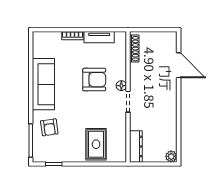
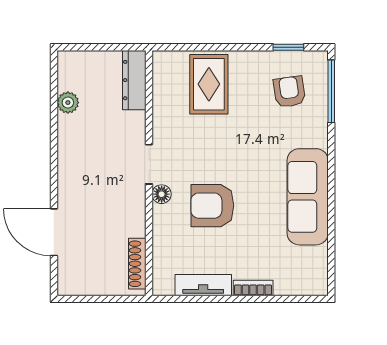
armchair: (49, 127) -> (289, 92), moved
plant: (171, 156) -> (68, 103), moved

